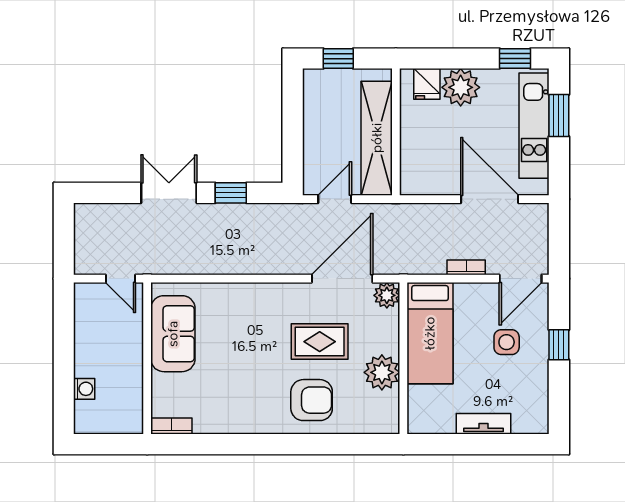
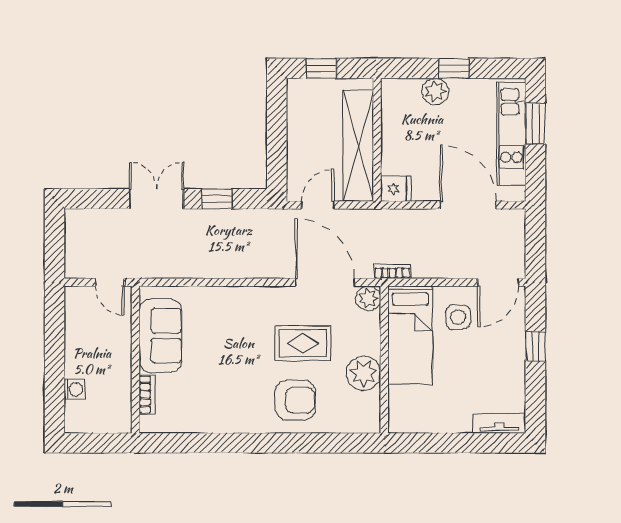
window: (515, 59) -> (454, 68), moved
fridge: (427, 84) -> (396, 189), moved, turned -90
plant: (461, 87) -> (435, 91), width x0.73, depth x0.73
bookcase: (466, 267) -> (392, 271), moved
door: (342, 279) -> (325, 282), hinge flipped
side table: (507, 342) -> (458, 317), moved
tv unit: (484, 424) -> (499, 423), moved
bookcase: (171, 426) -> (147, 395), moved, turned 90

